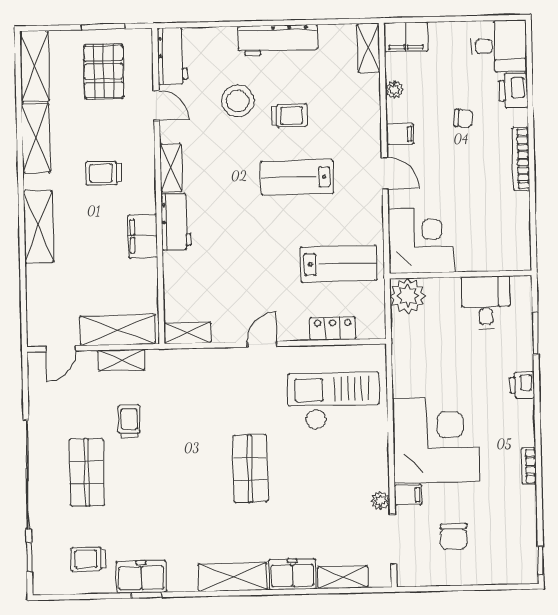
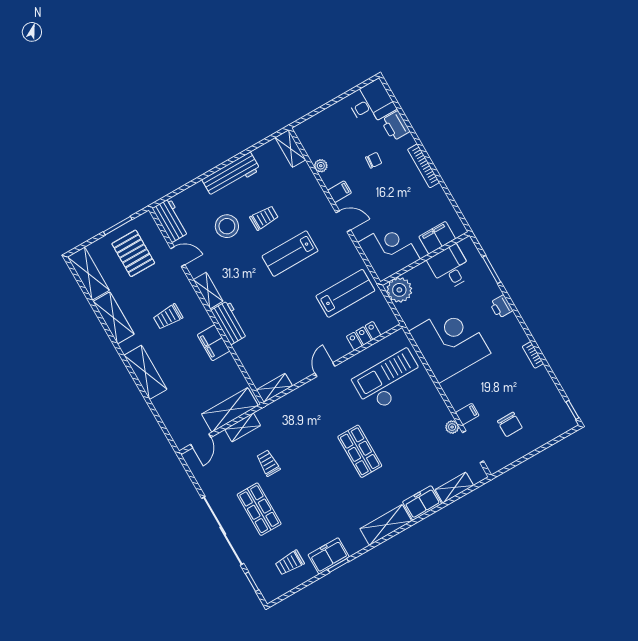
filing cabinet: (406, 37) -> (437, 238), moved, turned 180
corner desk: (436, 440) -> (450, 342), moved

